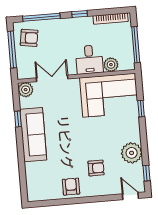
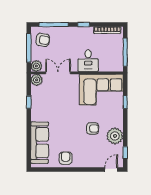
plant: (111, 65) -> (36, 66), moved
sofa: (33, 135) -> (40, 143), moved
armchair: (96, 168) -> (93, 128), moved
door: (130, 196) -> (111, 169), hinge flipped

